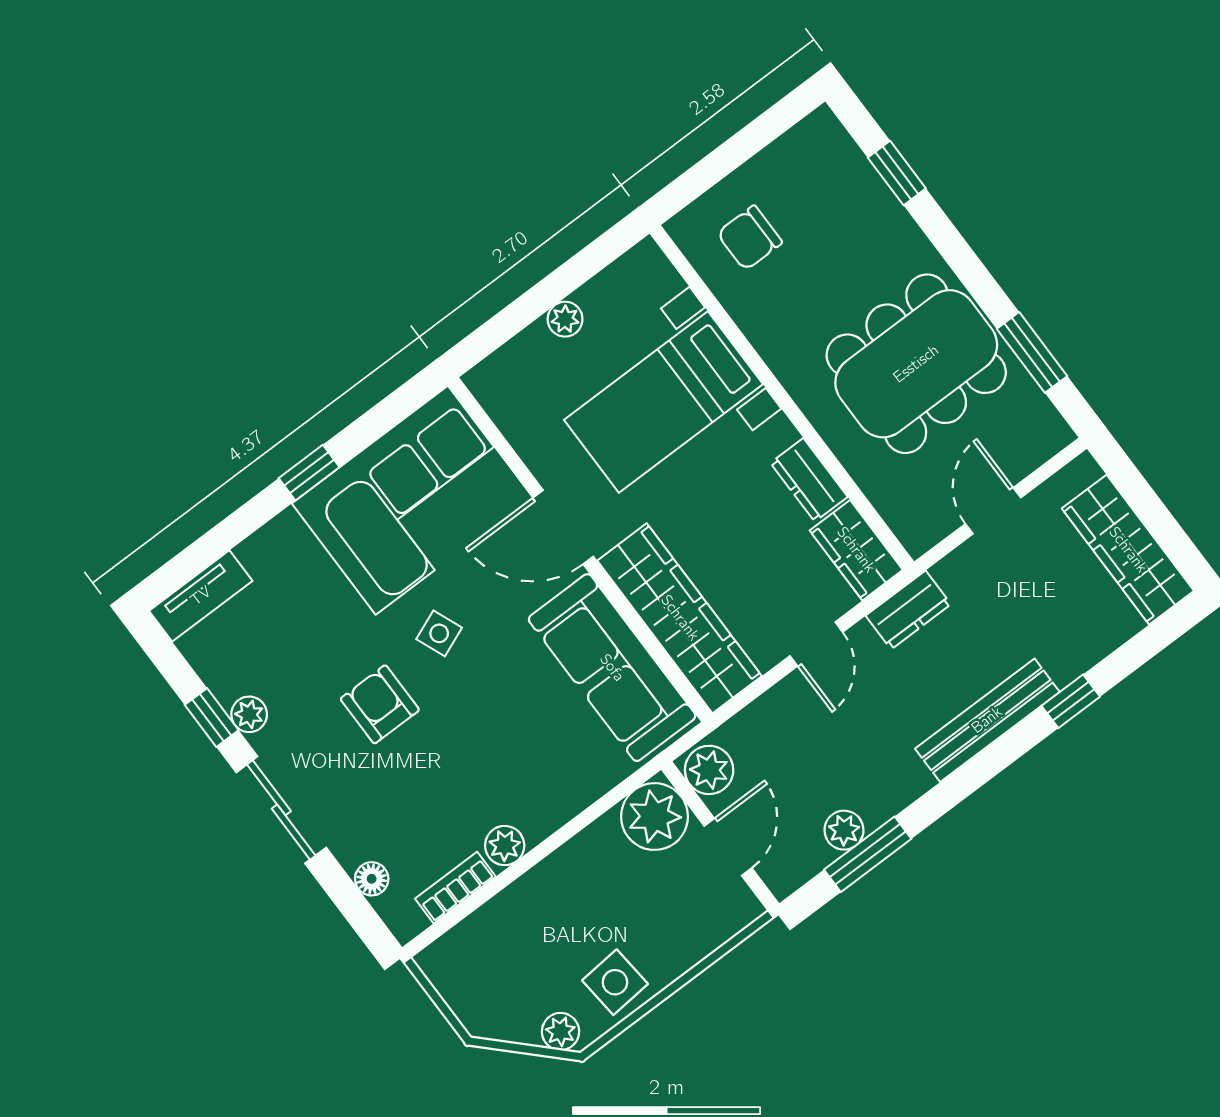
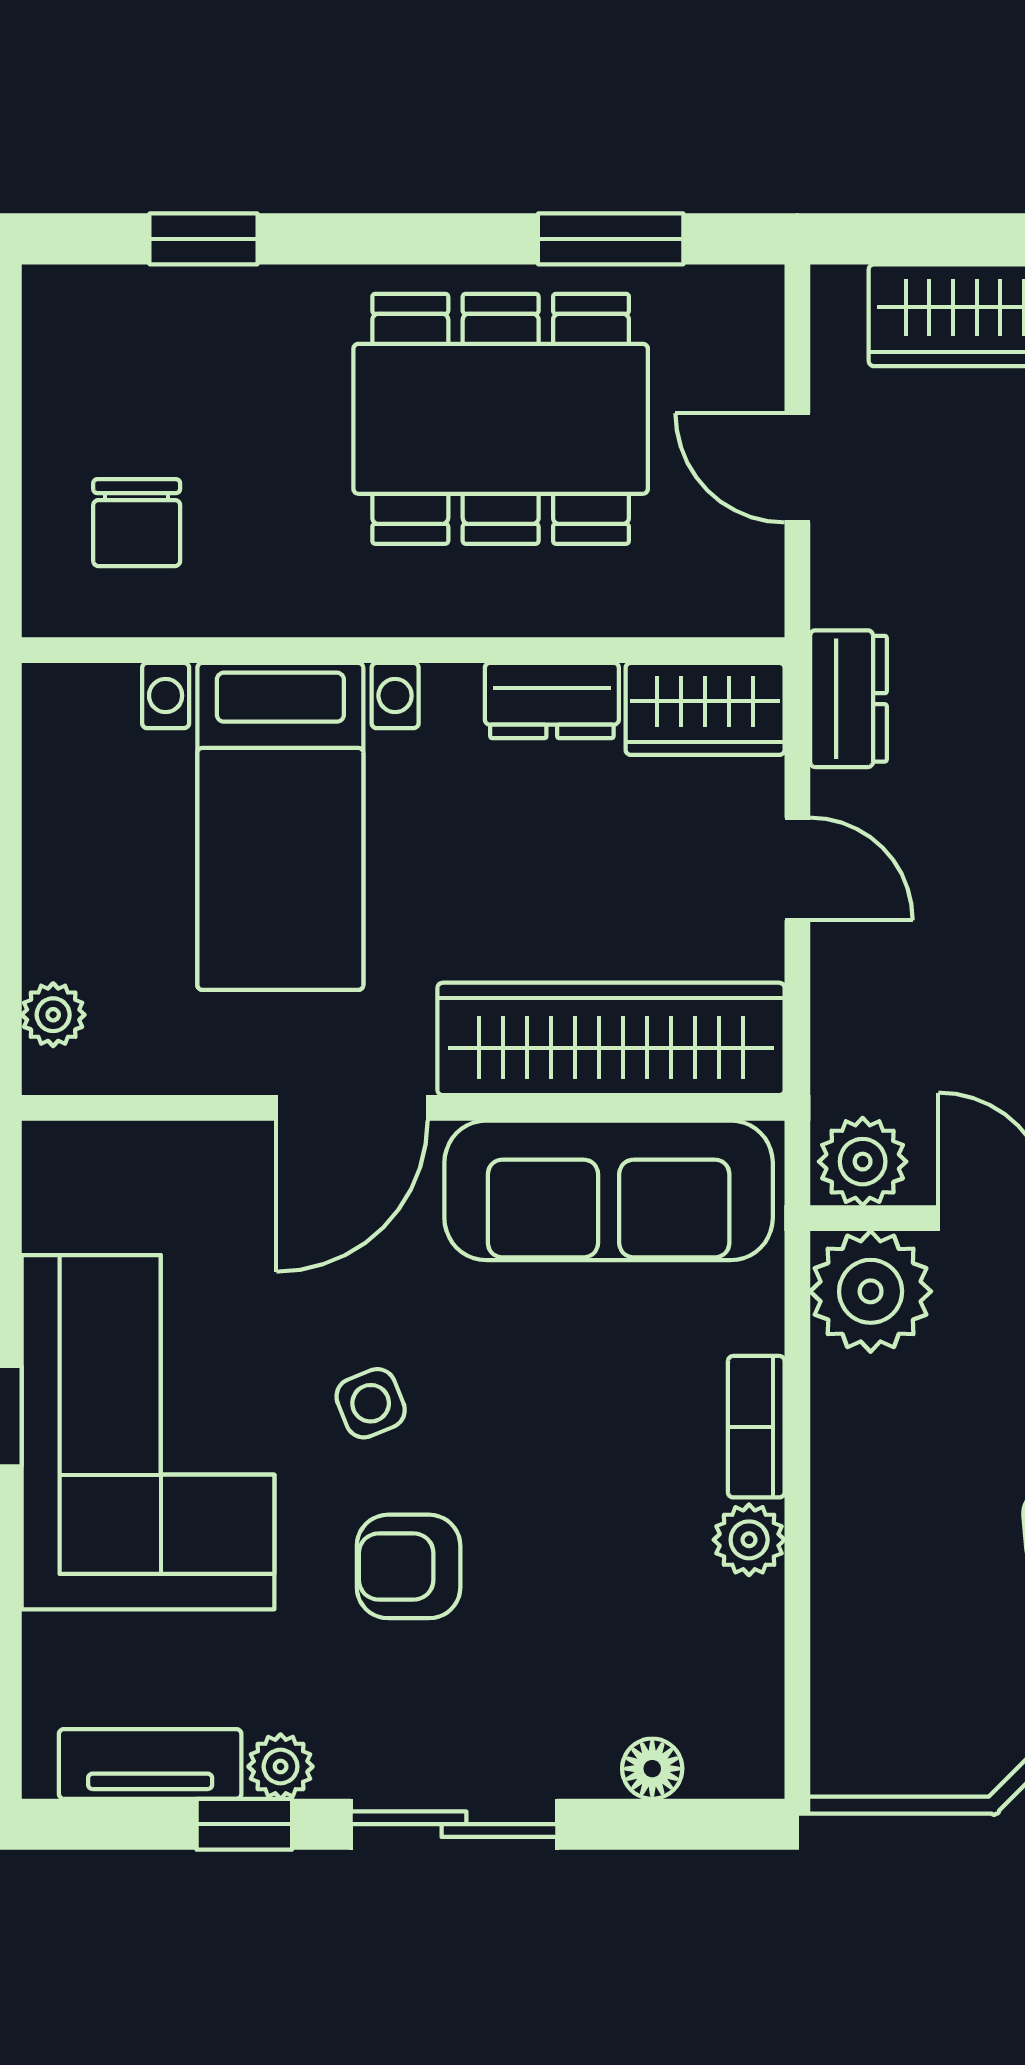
plant: (565, 319) -> (53, 1015), moved
dining table: (916, 364) -> (501, 419), turned 90
corner sofa: (412, 500) -> (148, 1432), moved
tv unit: (201, 596) -> (150, 1764), moved, turned -90
bookcase: (455, 888) -> (756, 1427), moved

